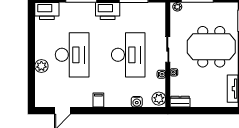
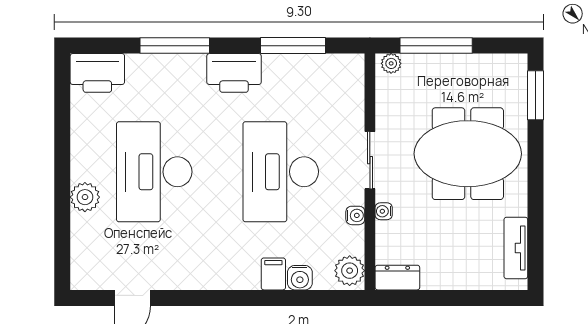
desk: (72, 55) -> (154, 172), turned 180
desk: (128, 55) -> (281, 172), turned 180
filing cabinet: (98, 100) -> (273, 274), moved

